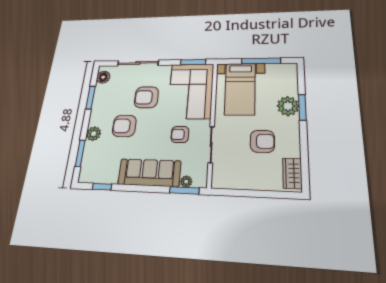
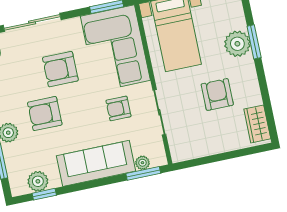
armchair: (262, 141) -> (217, 94), turned -90
plant: (101, 175) -> (38, 181), added

